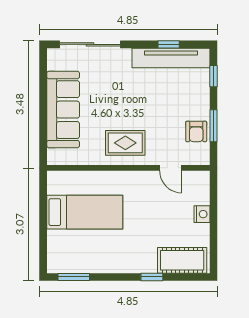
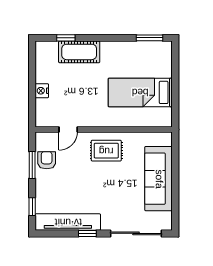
window: (169, 44) -> (87, 233), moved
door: (171, 168) -> (68, 129), swing flipped
cot: (182, 260) -> (79, 52), moved
window: (152, 277) -> (66, 38), moved

